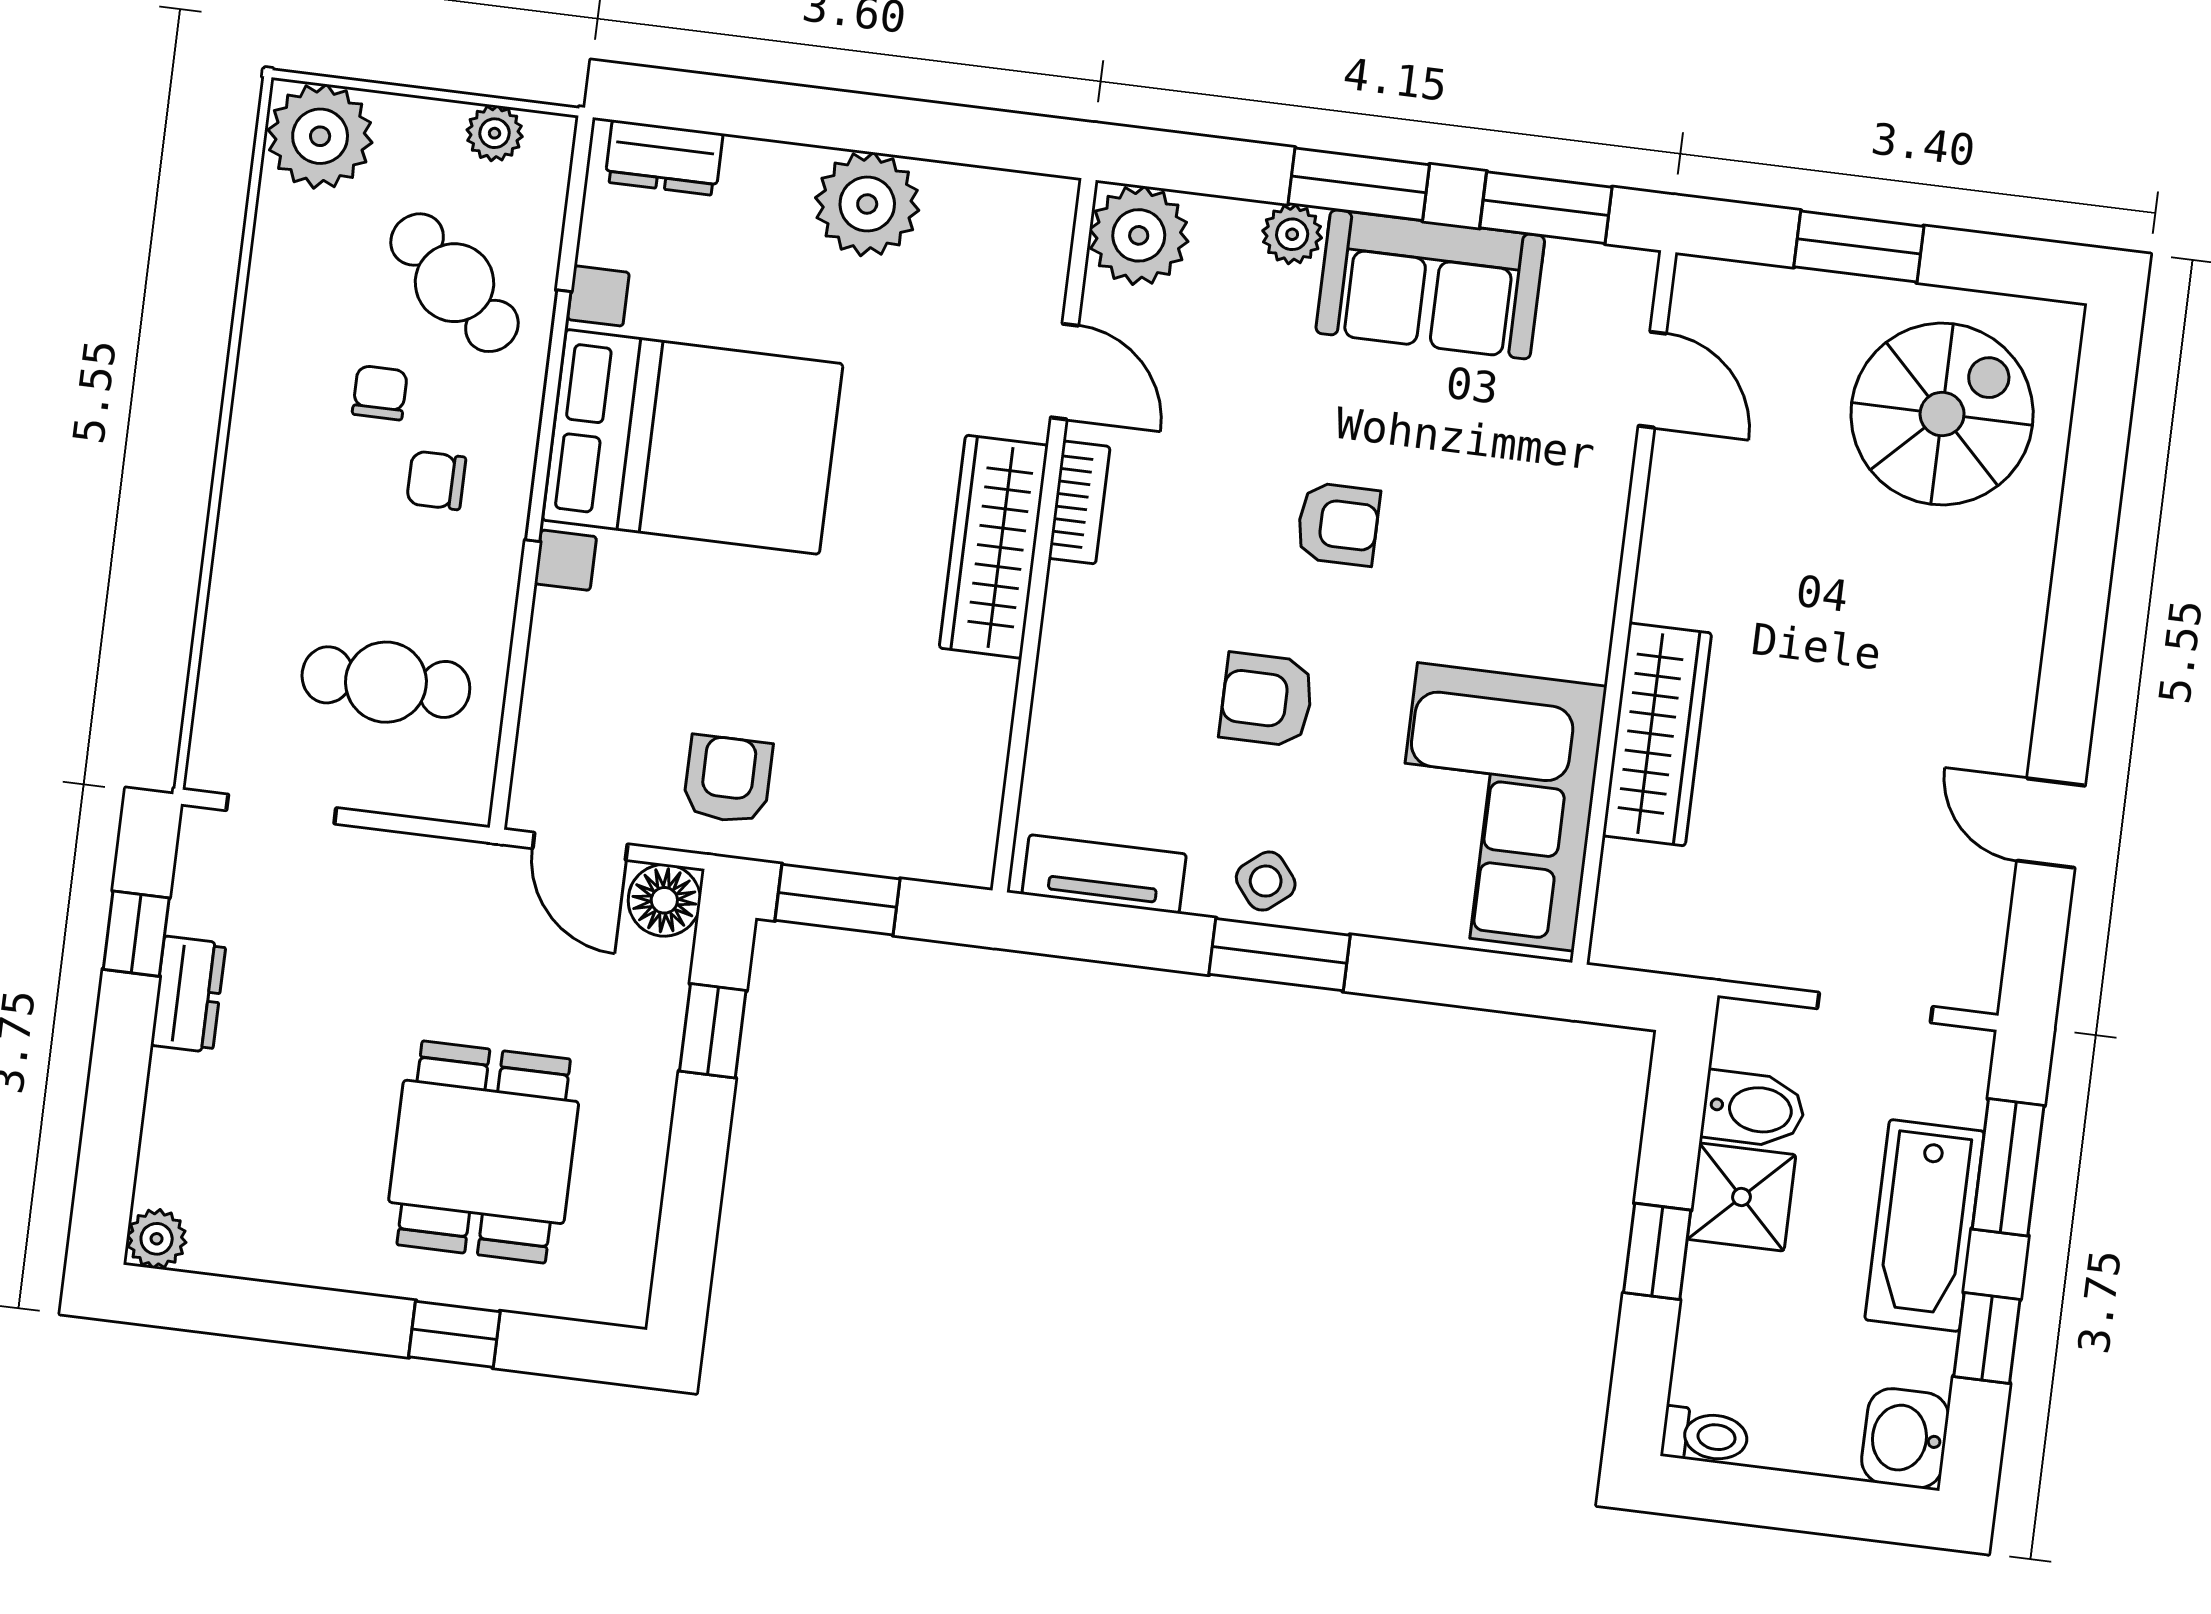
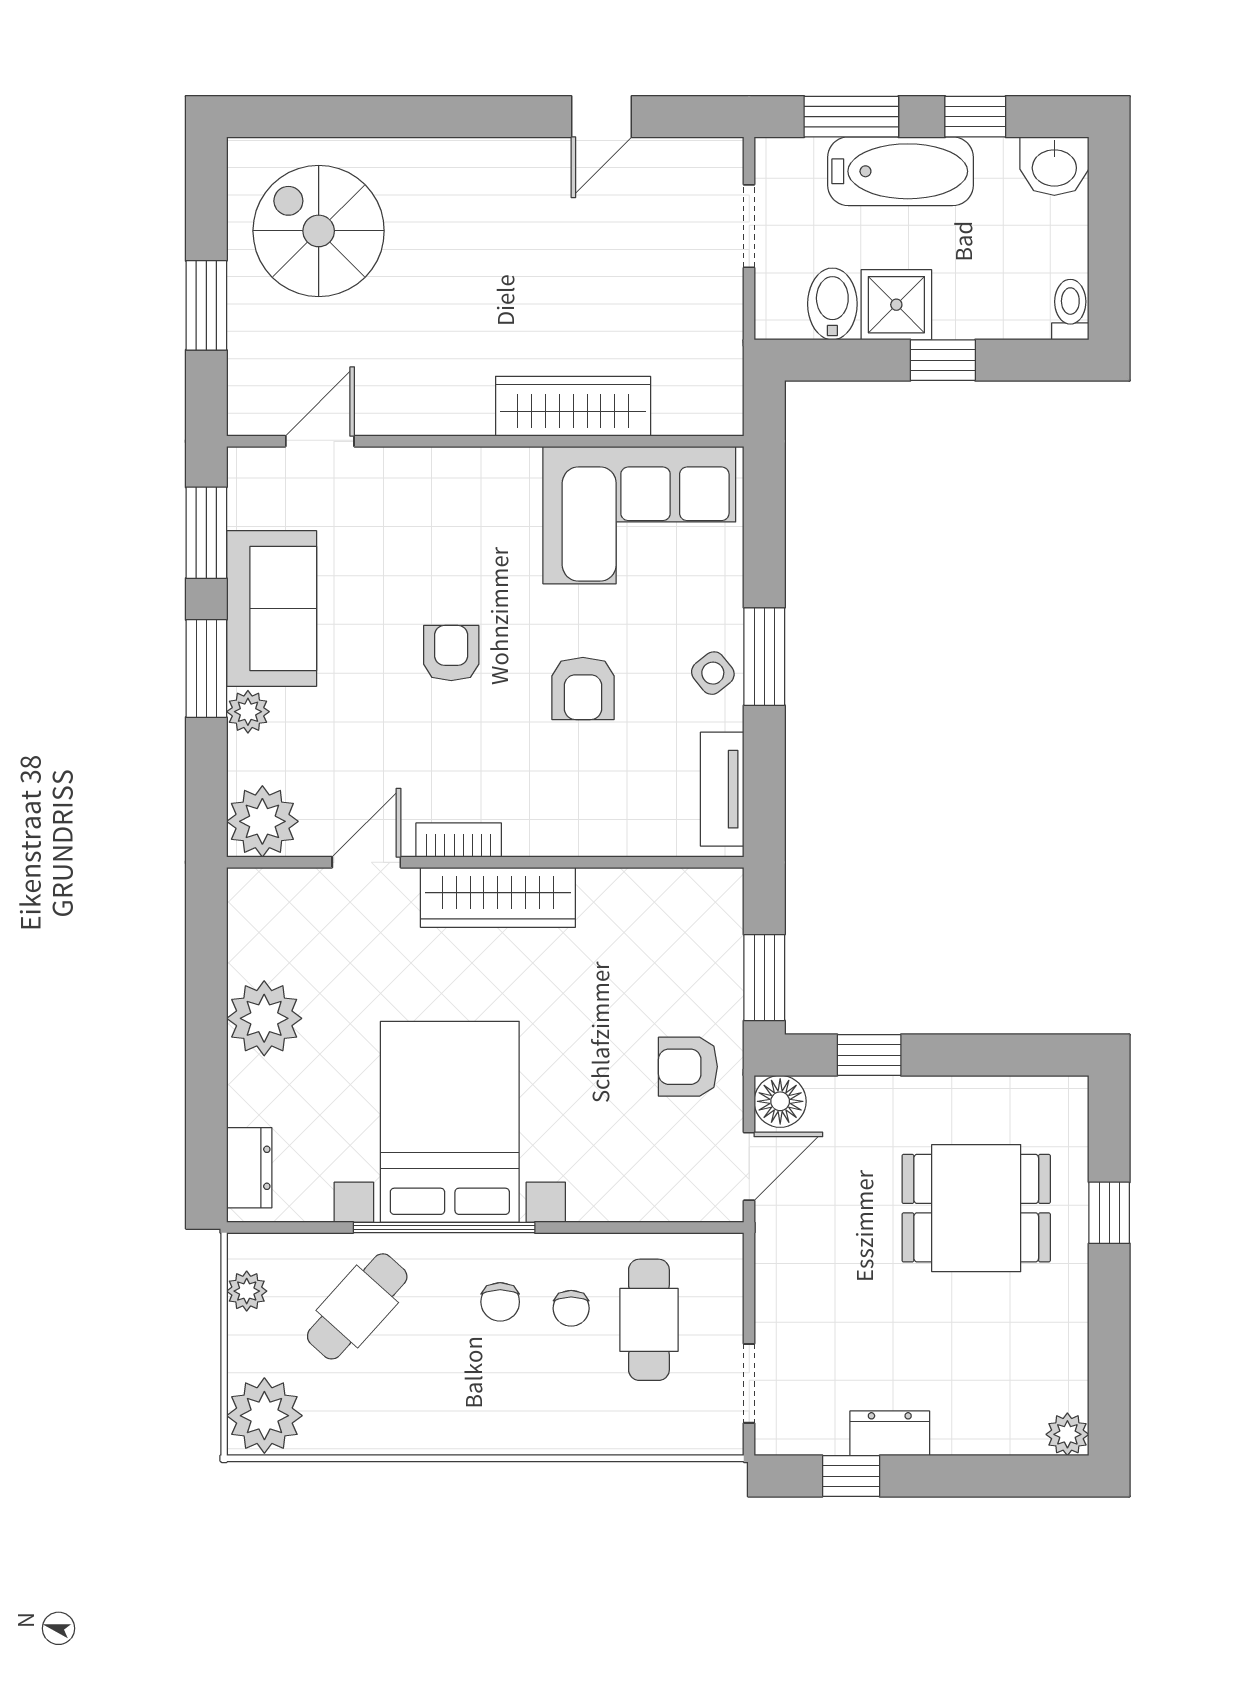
chair: (380, 393) -> (571, 1308), moved, turned -90

